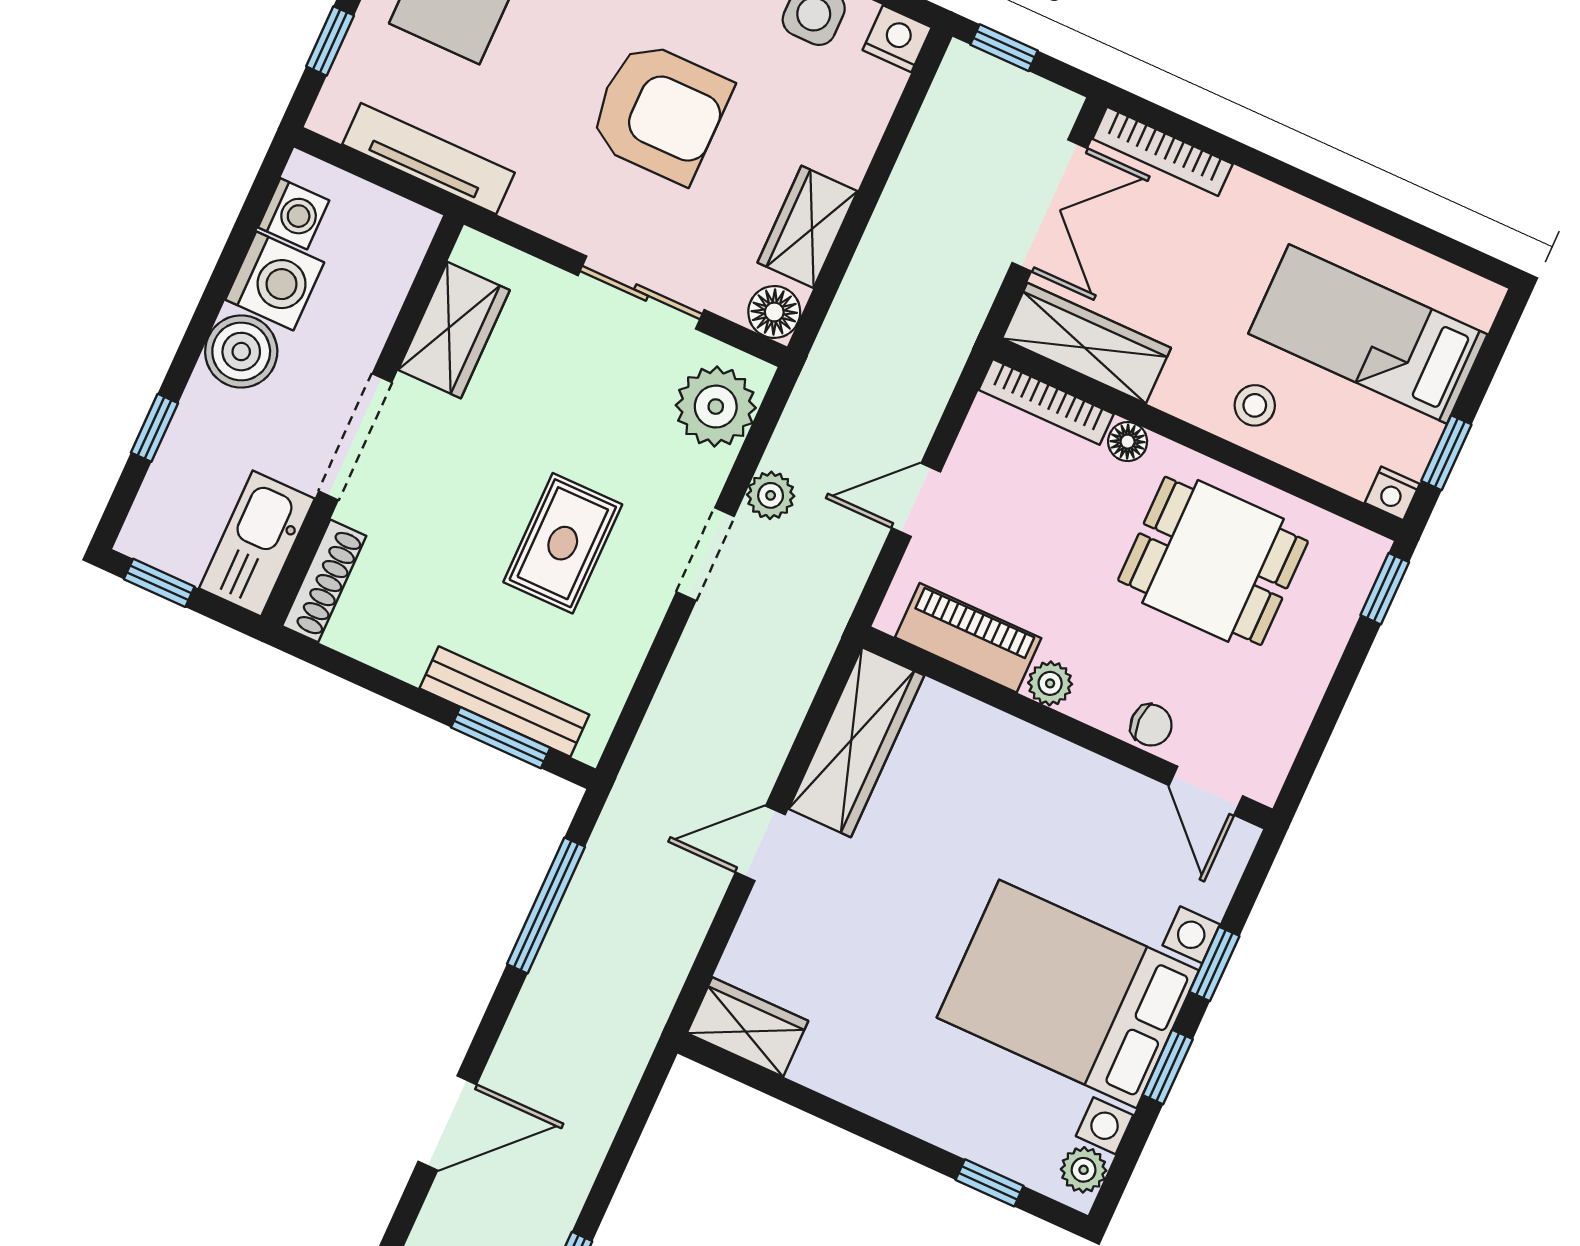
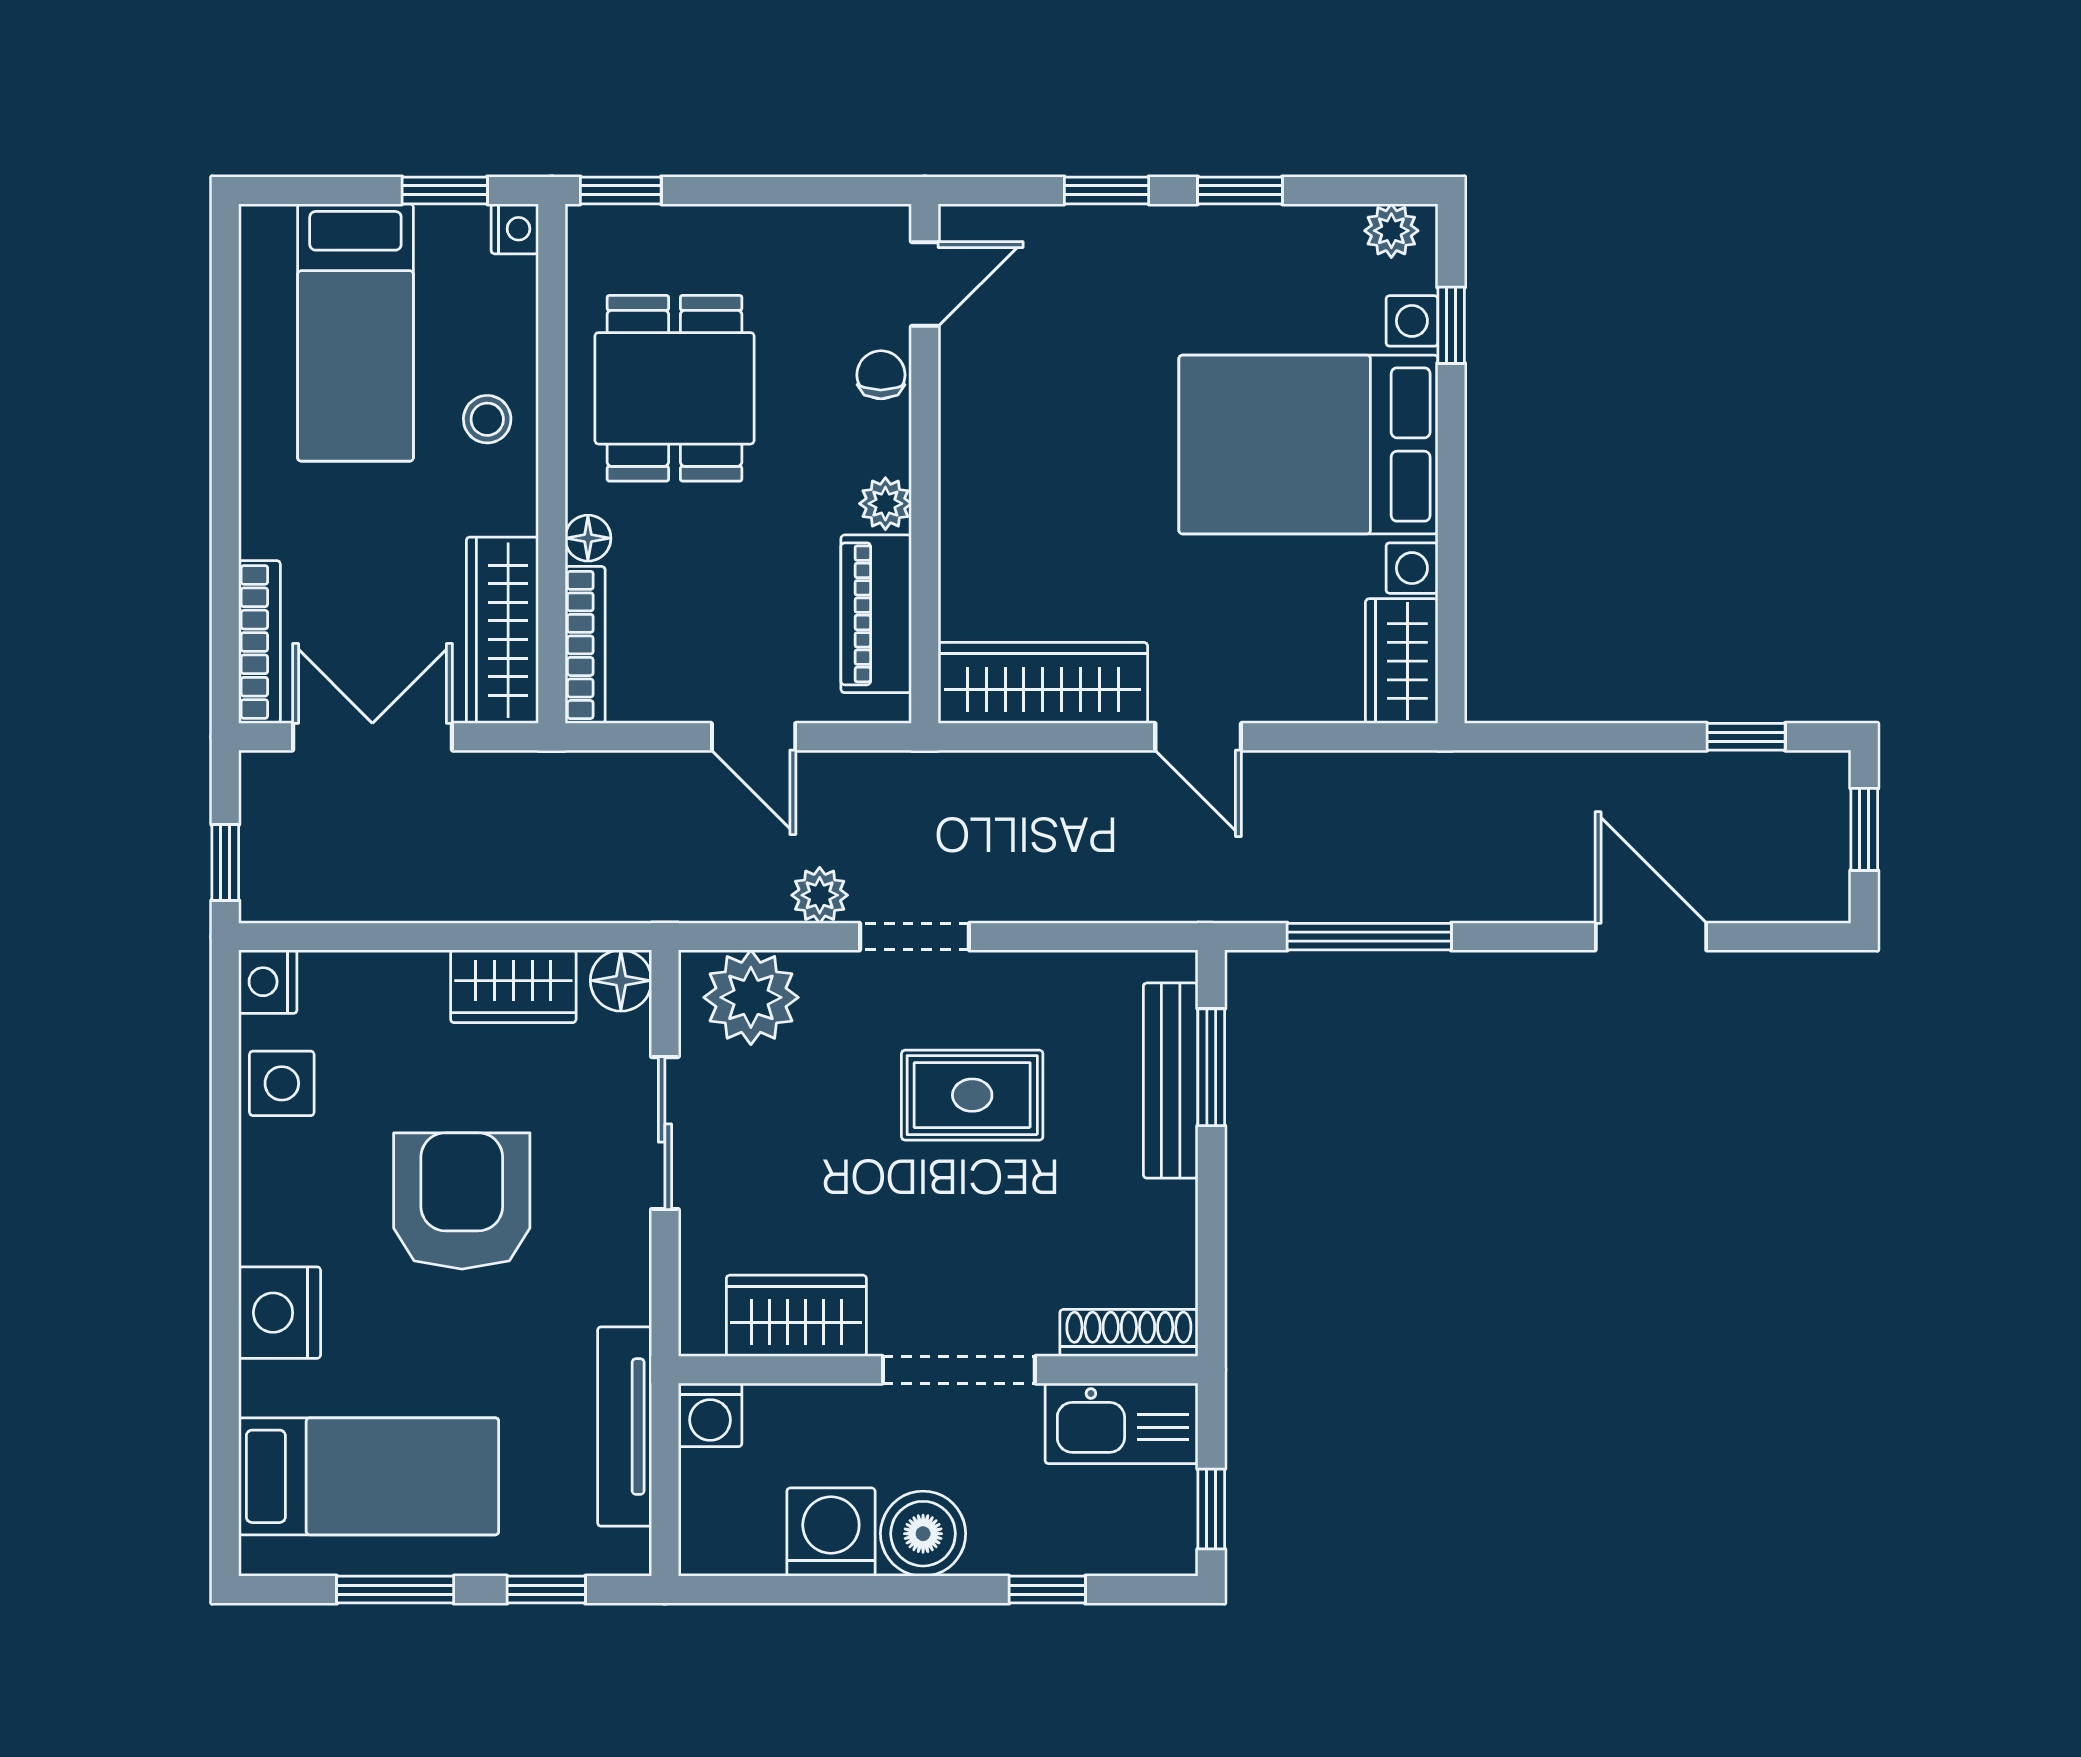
washing machine: (294, 214) -> (710, 1415), moved, turned 180
bed with nightstands: (1068, 994) -> (1308, 445), moved, turned 90

